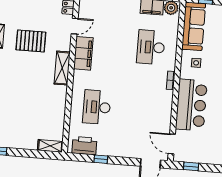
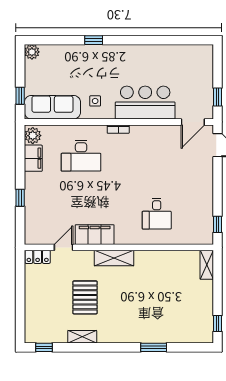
door: (75, 26) -> (63, 247), hinge flipped
desk: (97, 107) -> (157, 214), width x0.73
printer: (84, 146) -> (203, 225), removed
window: (101, 159) -> (218, 224), moved

